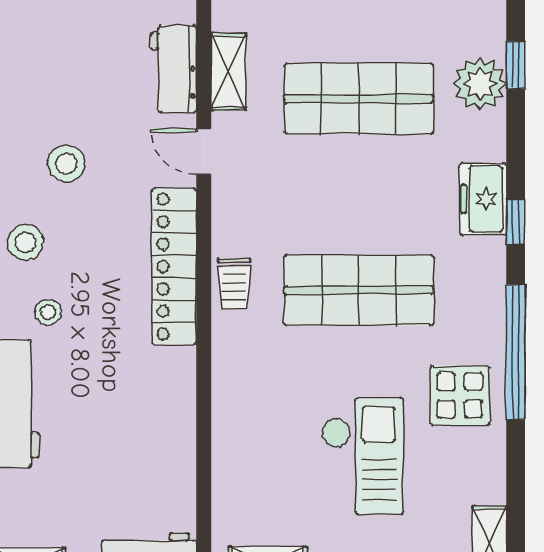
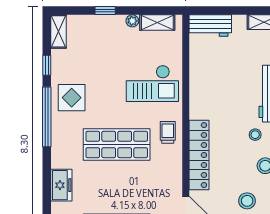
window: (516, 222) -> (47, 65), moved
trolley: (234, 283) -> (168, 132), moved
checkout: (362, 456) -> (152, 83), moved, turned -90

